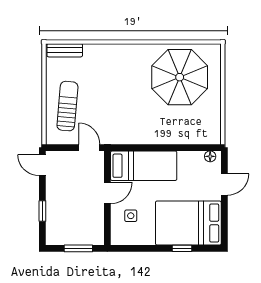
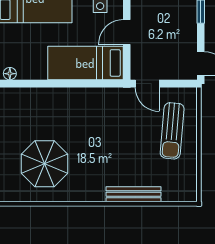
bench: (65, 50) -> (134, 194), moved, width x1.36
parasol: (180, 77) -> (44, 164), width x0.73, depth x0.73

